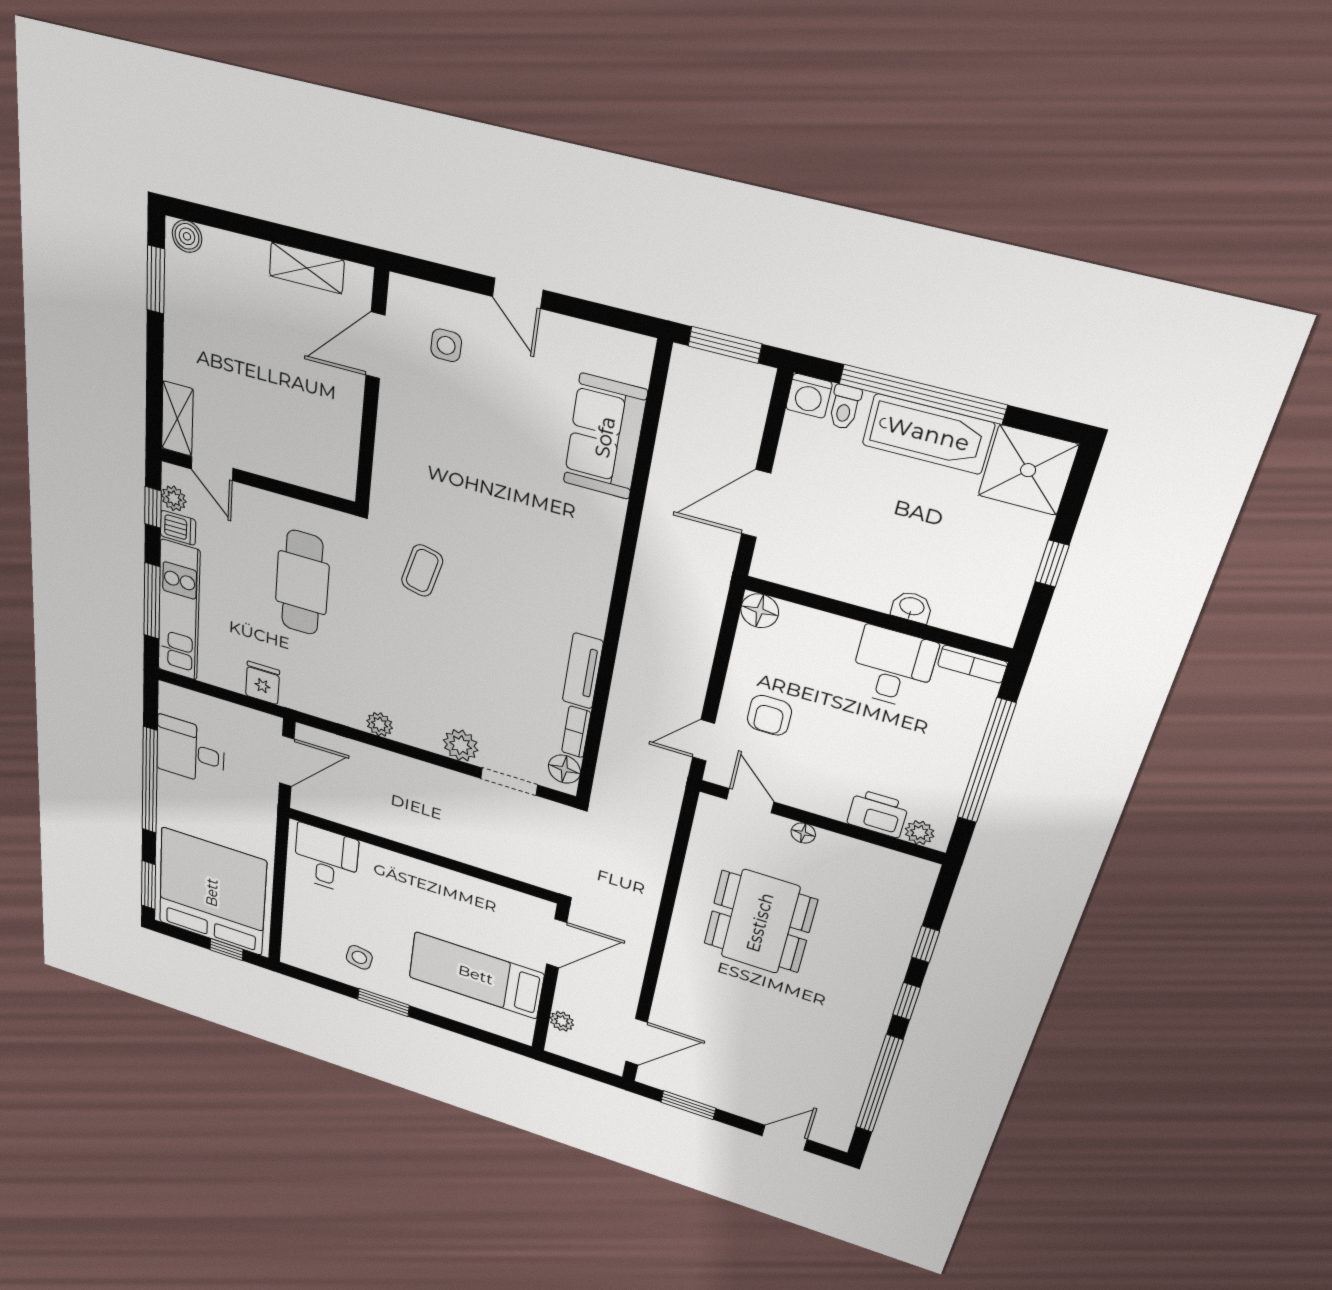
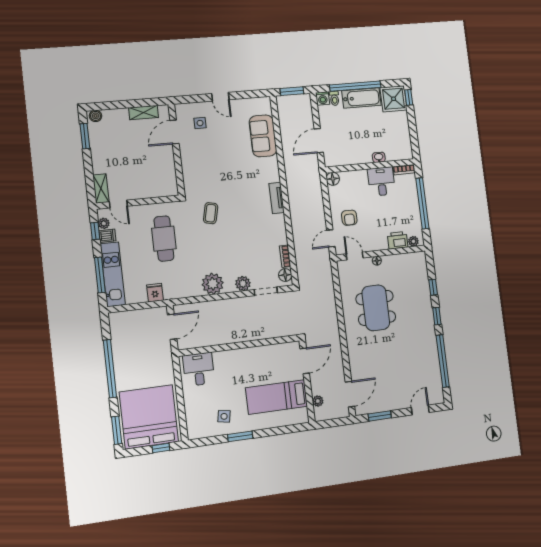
window: (1052, 564) -> (409, 97), moved
tv unit: (583, 671) -> (277, 198), moved
plant: (380, 724) -> (213, 284), width x1.87, depth x1.87
desk: (190, 751) -> (127, 343), removed

